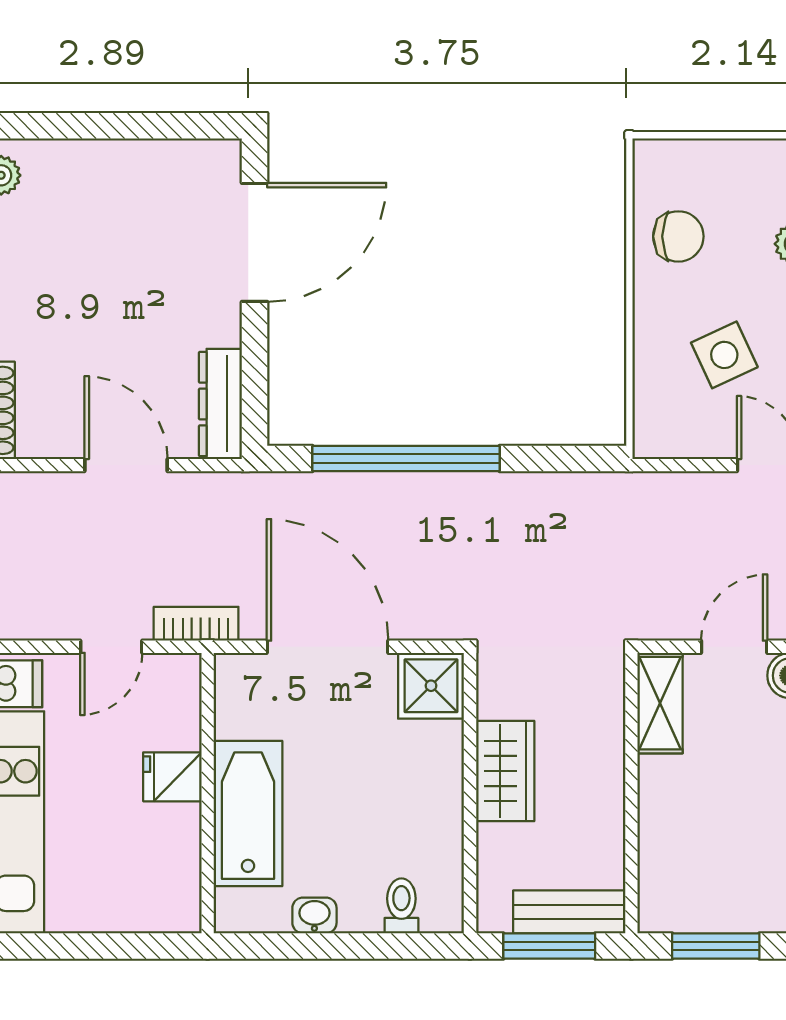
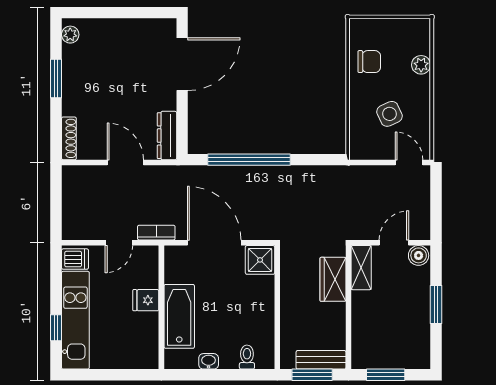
wardrobe: (505, 771) -> (333, 279), moved, turned 180

